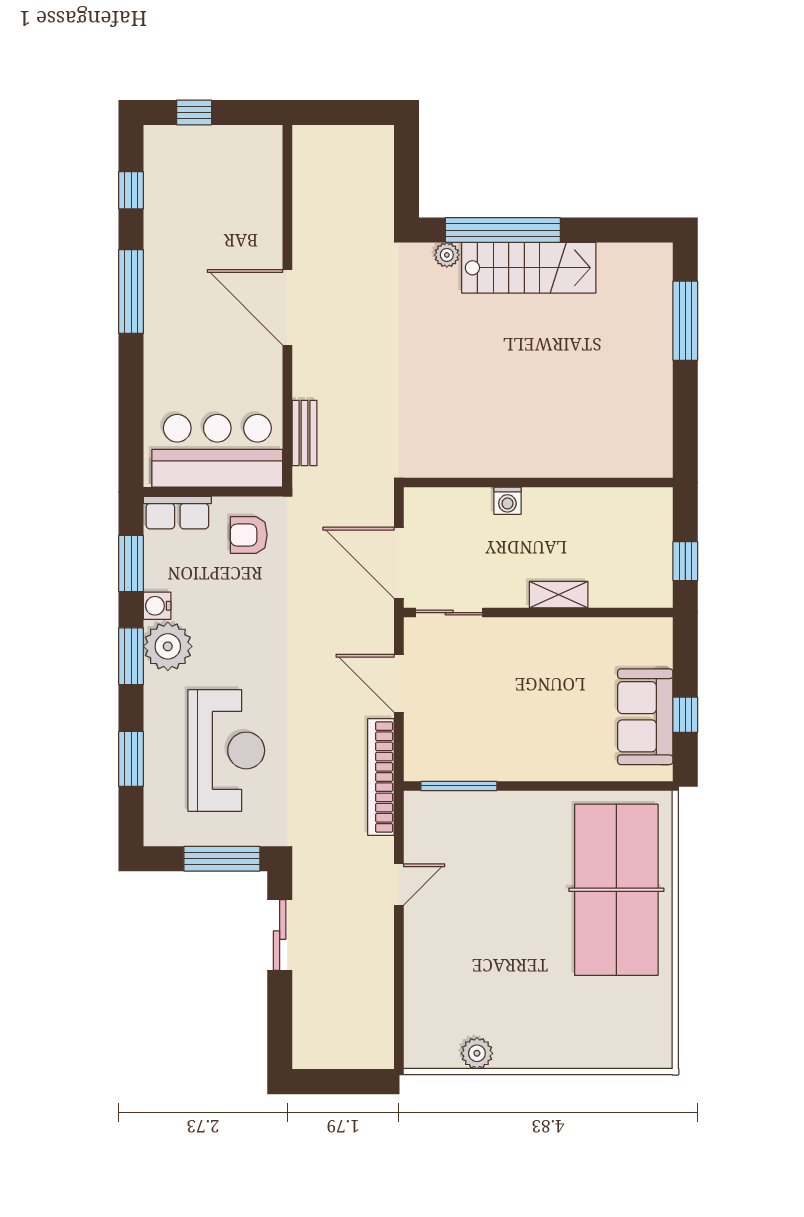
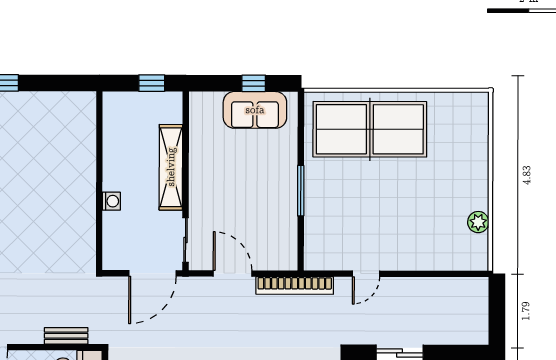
shelving: (559, 595) -> (171, 167), width x2.20, depth x1.33
door: (399, 683) -> (233, 273), swing flipped
window: (459, 786) -> (301, 191), moved
door: (399, 885) -> (366, 274), swing flipped

